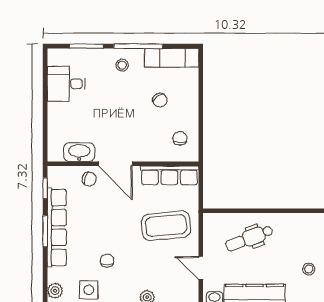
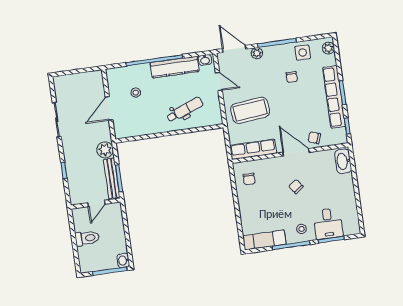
desk: (66, 84) -> (328, 224), moved, turned 90
chair: (160, 100) -> (296, 187), moved
washbasin: (79, 152) -> (343, 161), moved, turned 90

